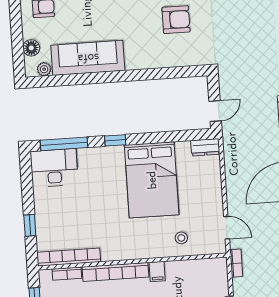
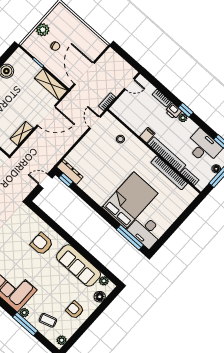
armchair: (176, 20) -> (42, 244), moved
window: (115, 140) -> (66, 180), moved
dresser: (205, 147) -> (70, 172), width x1.44
bed: (152, 180) -> (130, 200), moved
window: (30, 225) -> (184, 216), removed
bookcase: (69, 257) -> (169, 173), moved

